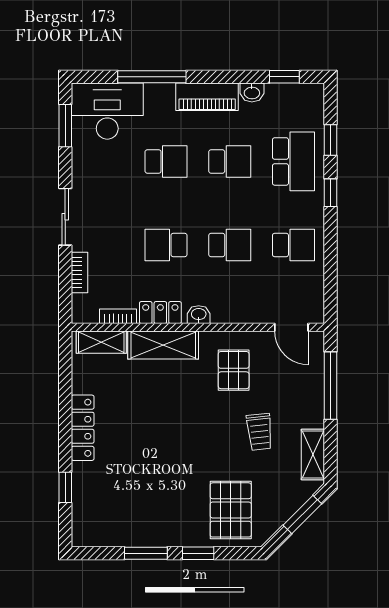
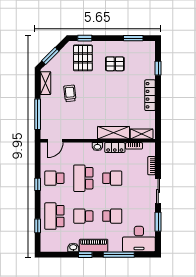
window: (284, 77) -> (85, 255), moved
window: (65, 126) -> (158, 222), moved
school desk: (166, 161) -> (112, 216), turned 180
window: (331, 193) -> (38, 184), moved
school desk: (230, 245) -> (83, 178), width x1.85
door: (291, 327) -> (55, 141), swing flipped
pallet: (234, 370) -> (115, 64), moved, turned 90
window: (146, 553) -> (133, 38), moved
window: (198, 553) -> (85, 38), moved

